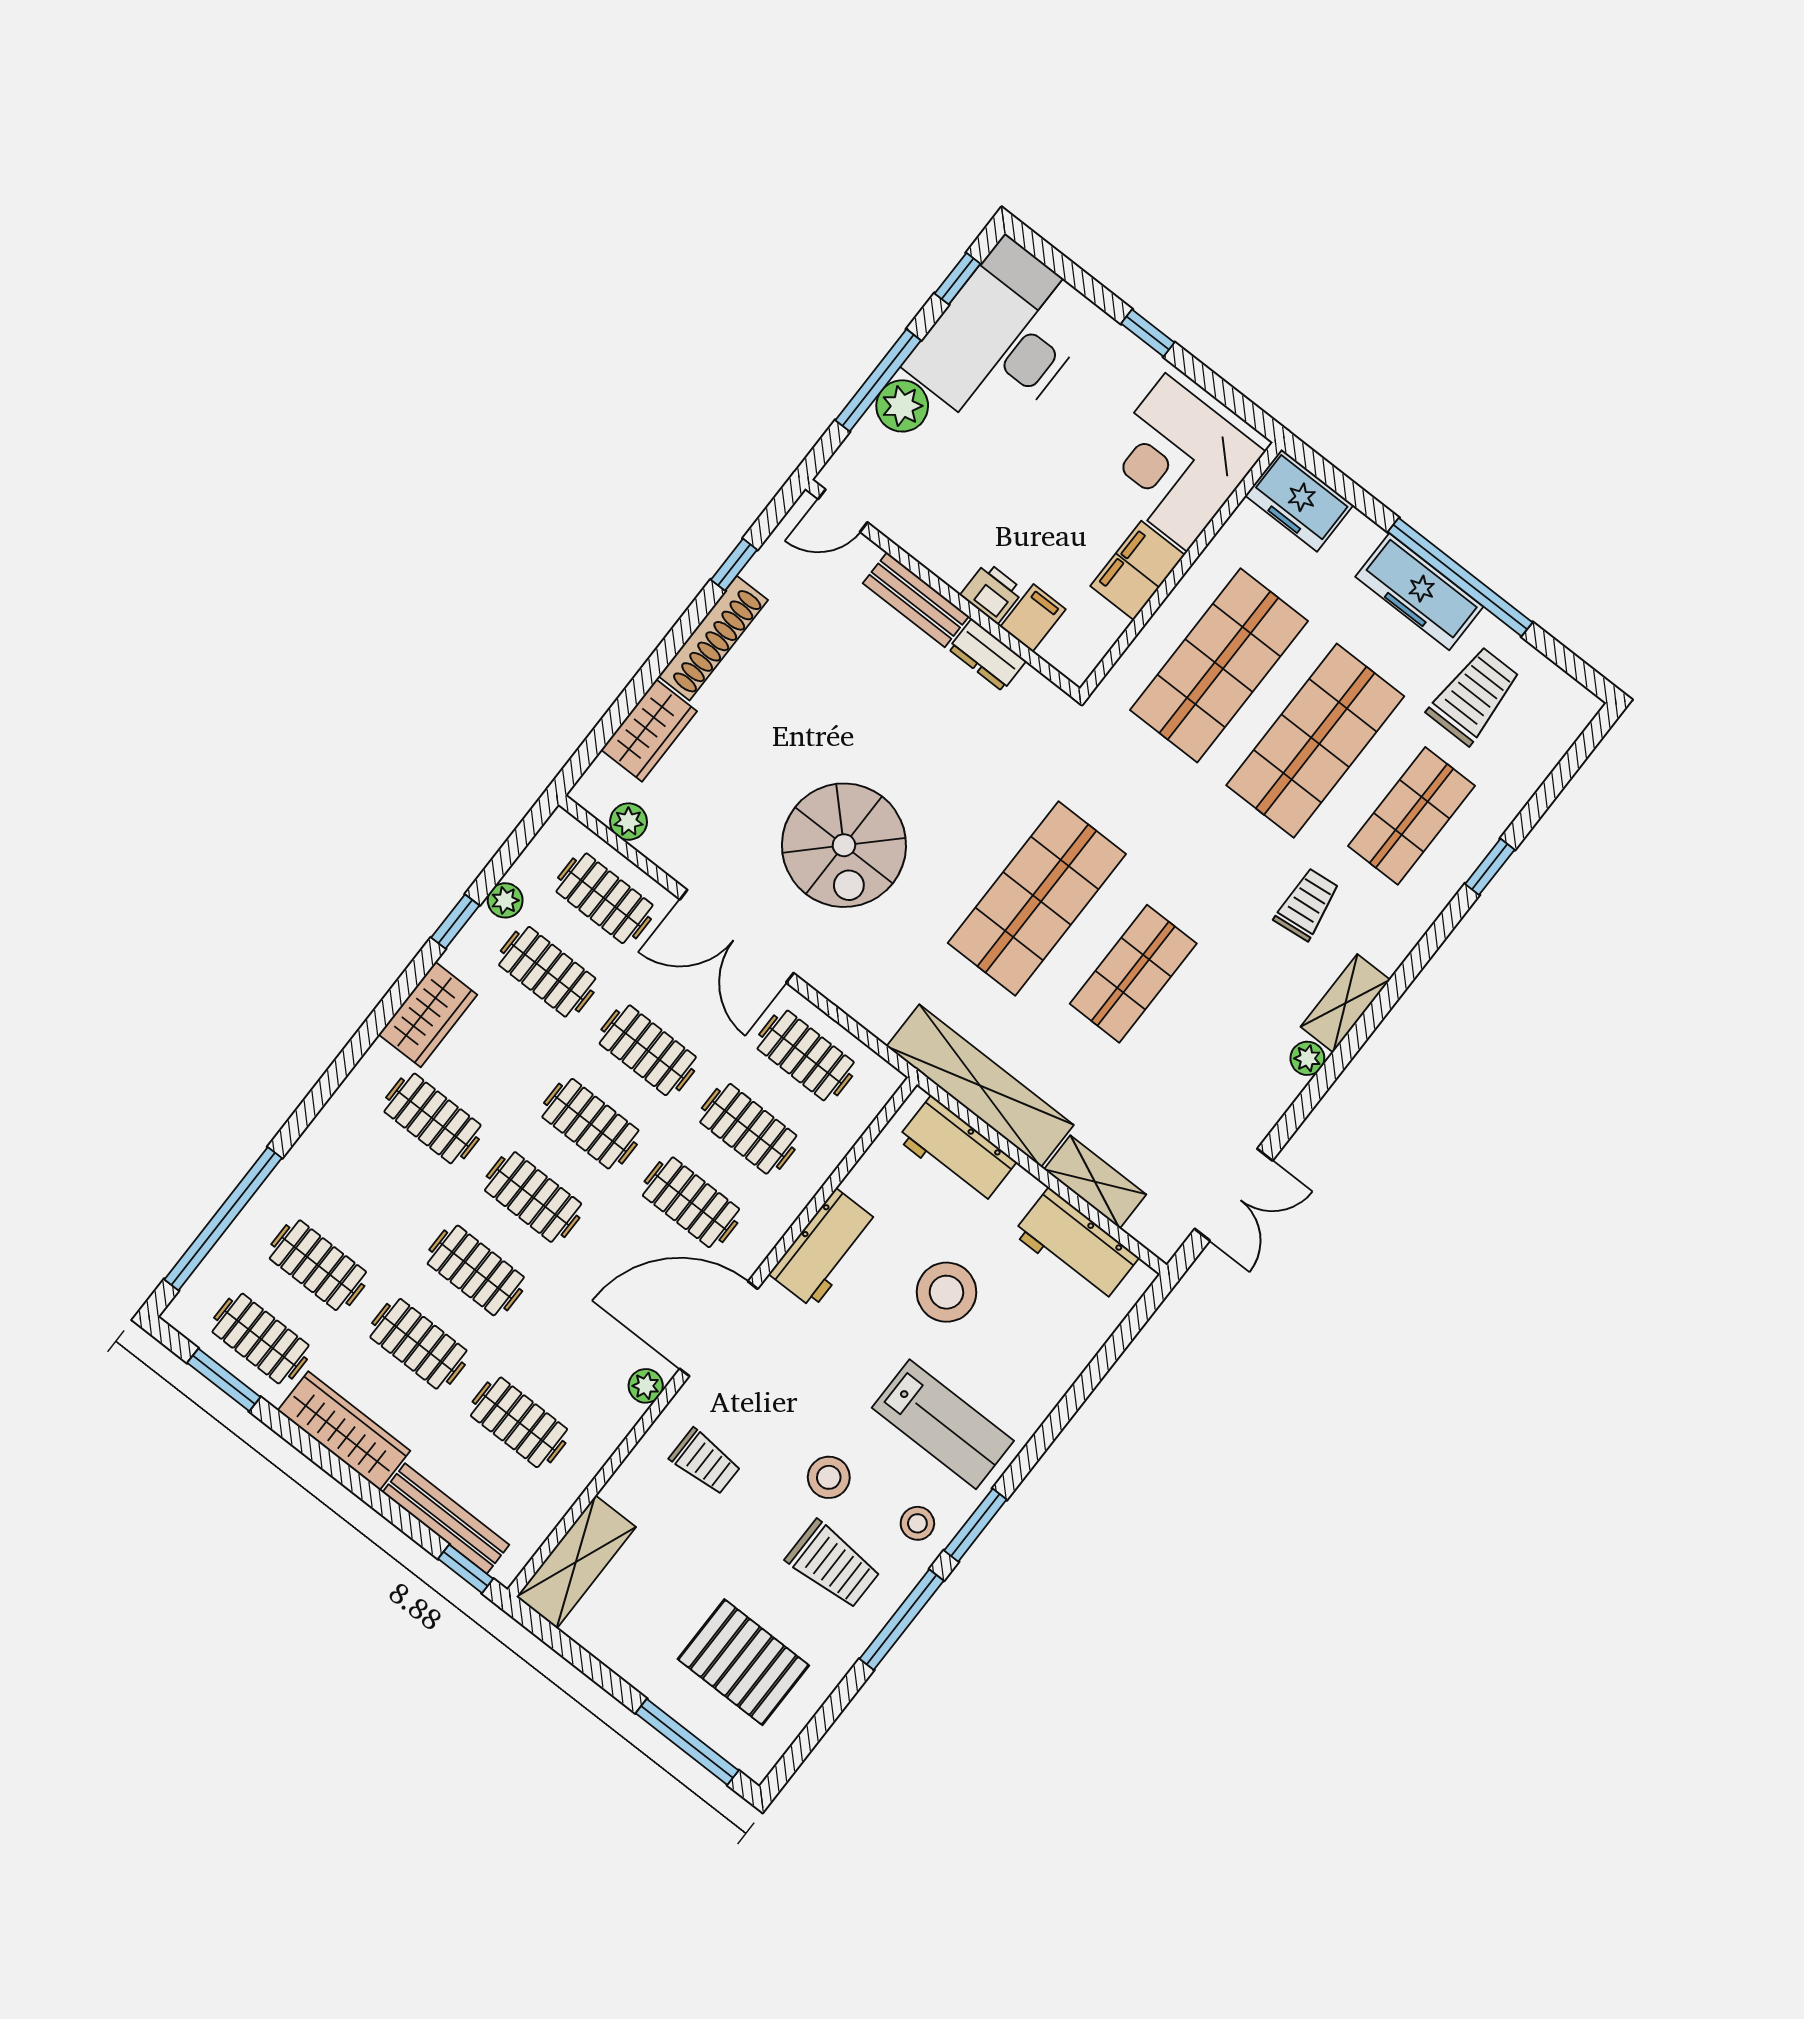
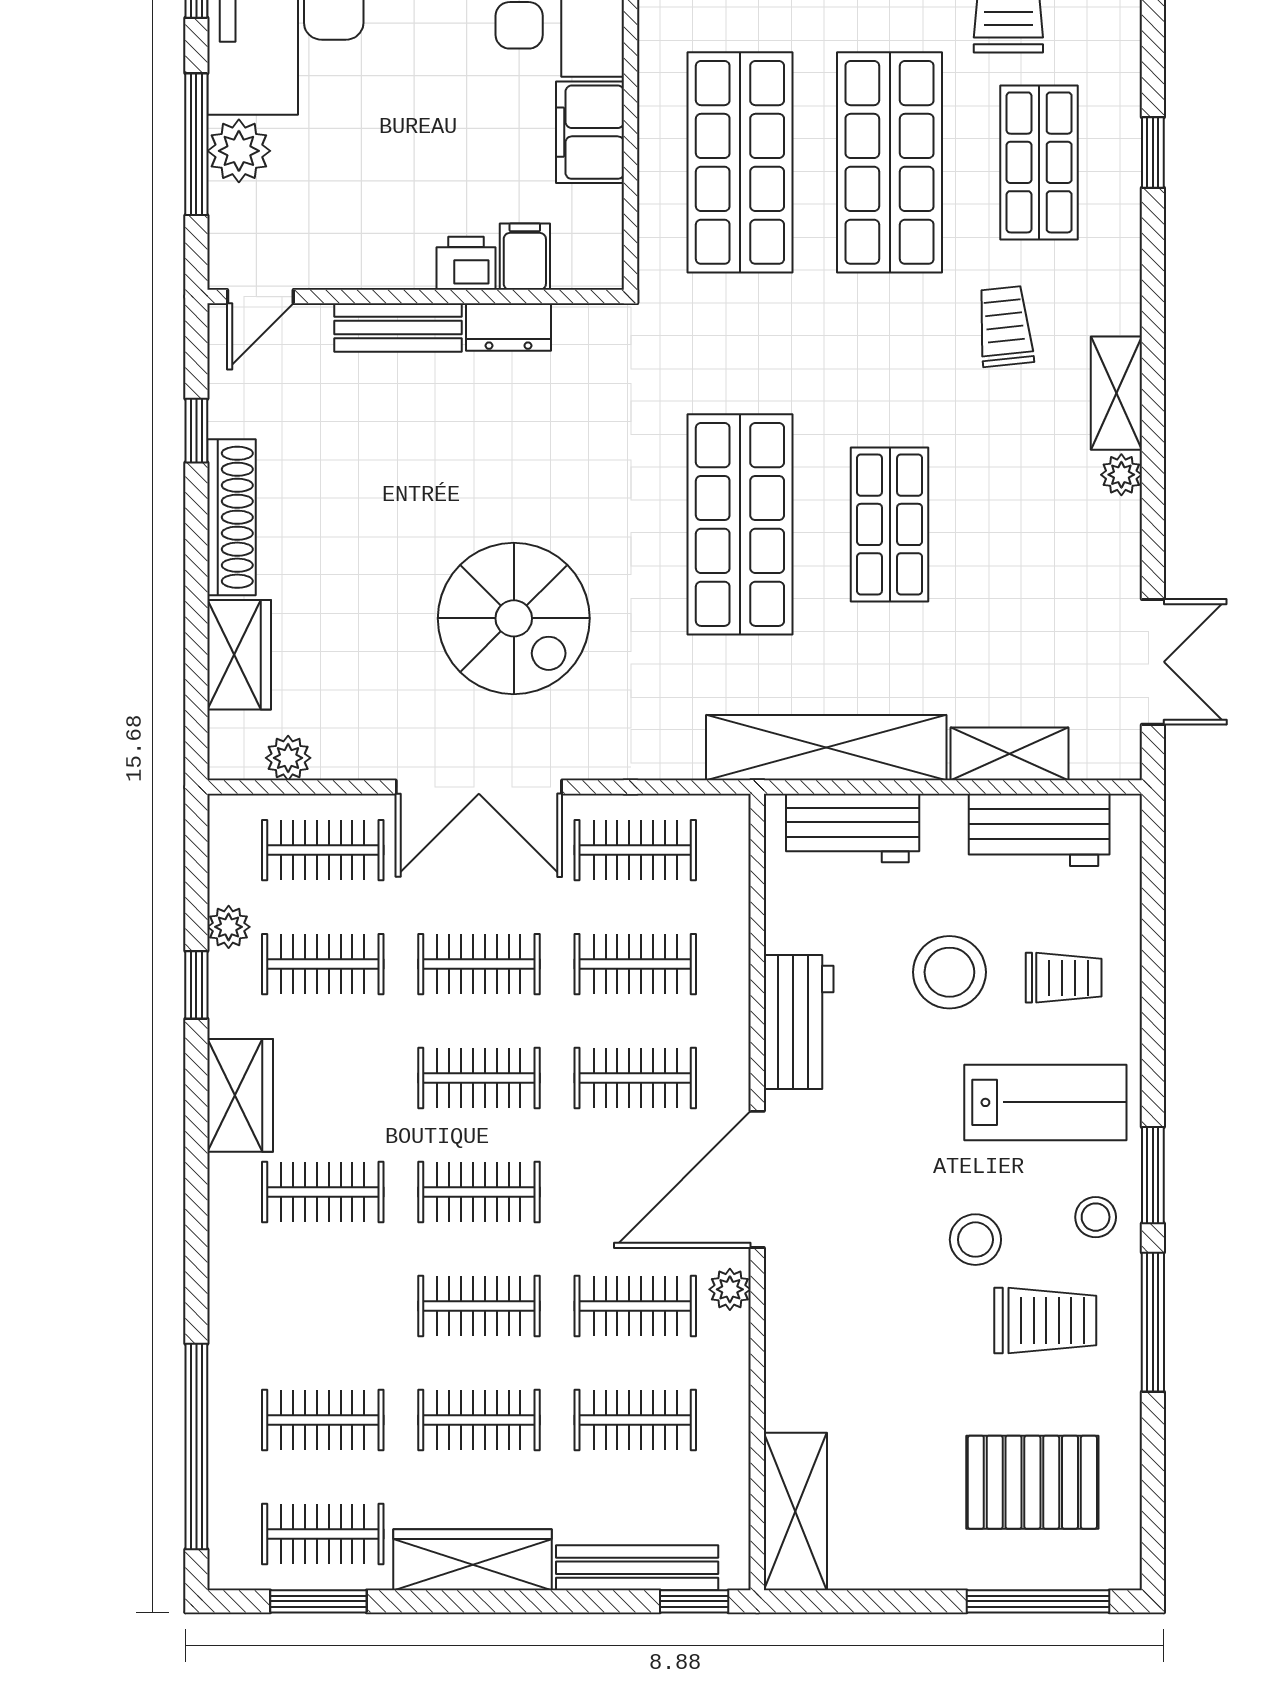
clothes rail: (576, 1349) -> (635, 1306), added
trolley: (705, 1462) -> (1064, 978), moved

